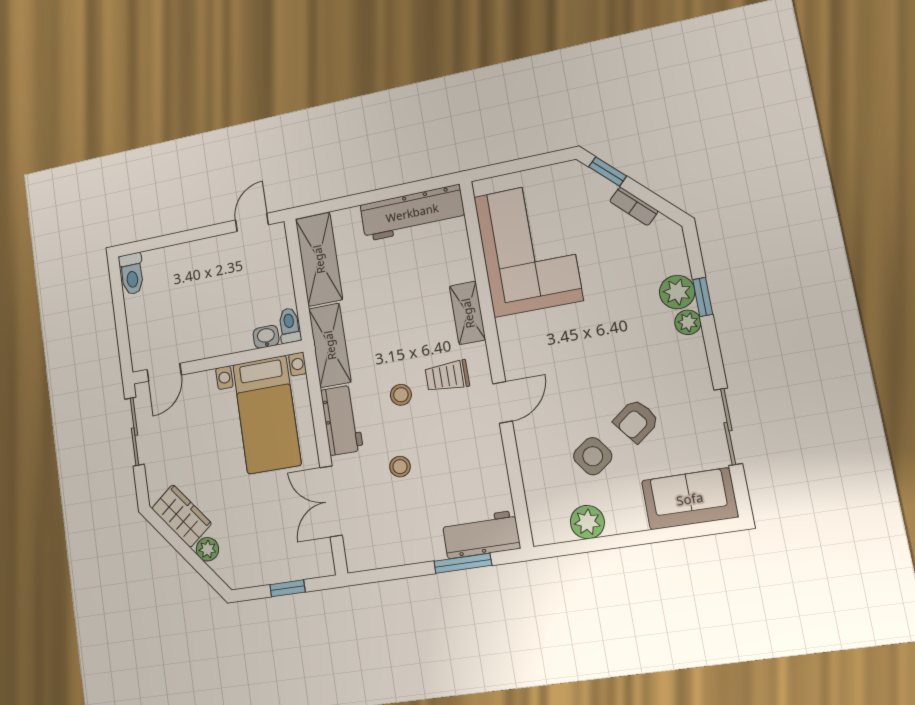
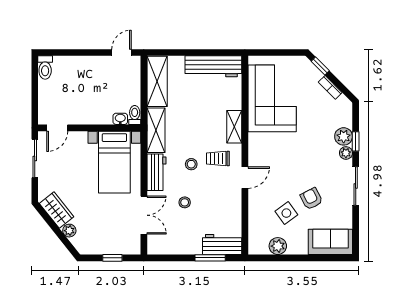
armchair: (636, 421) -> (311, 199), turned 101
sliding door: (728, 427) -> (356, 186), moved
double door: (331, 501) -> (144, 215), swing flipped

